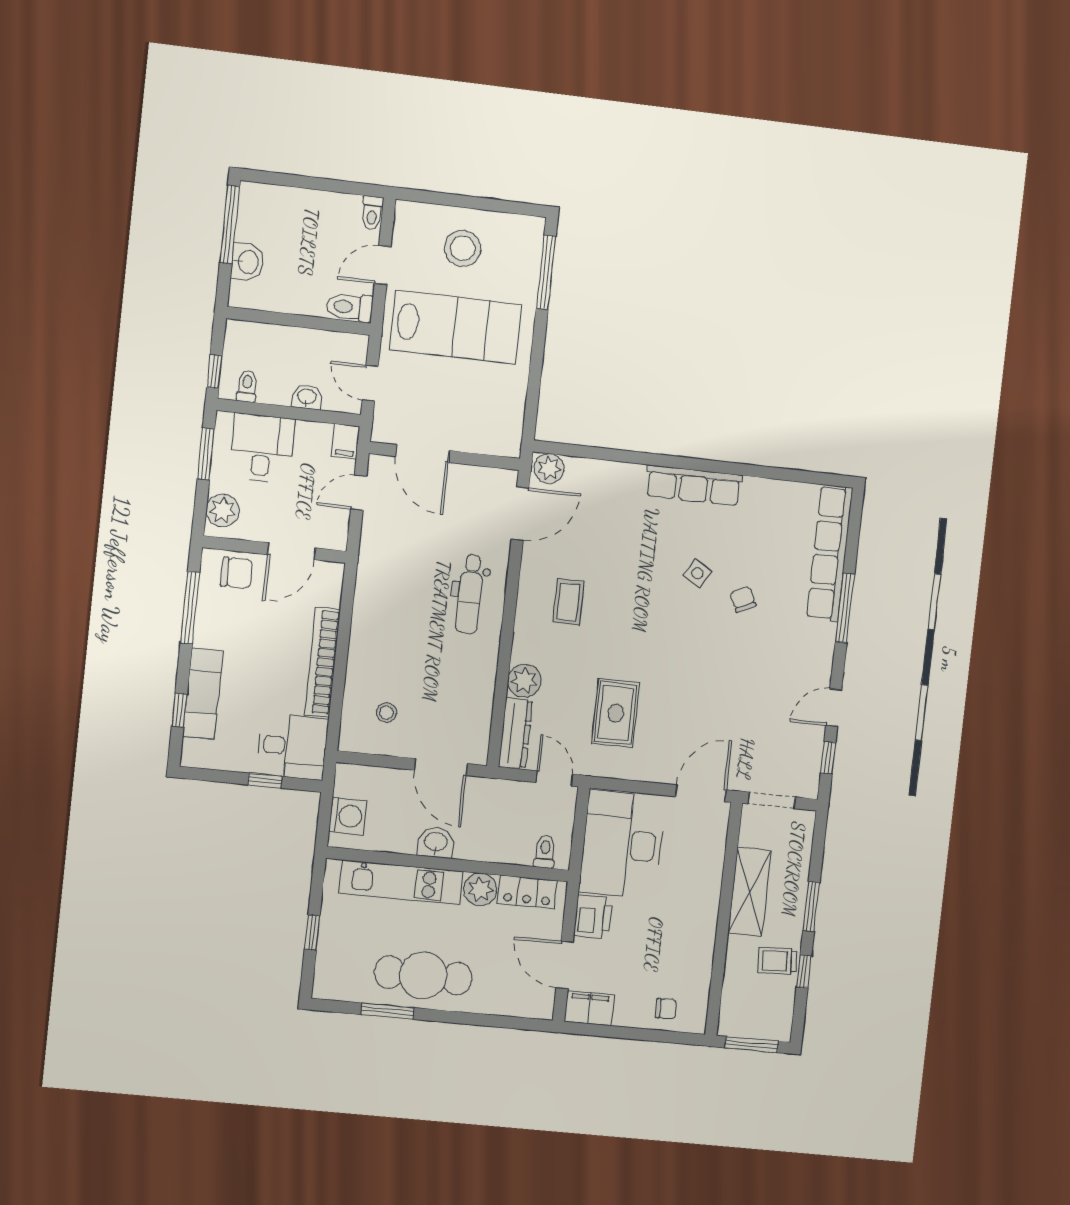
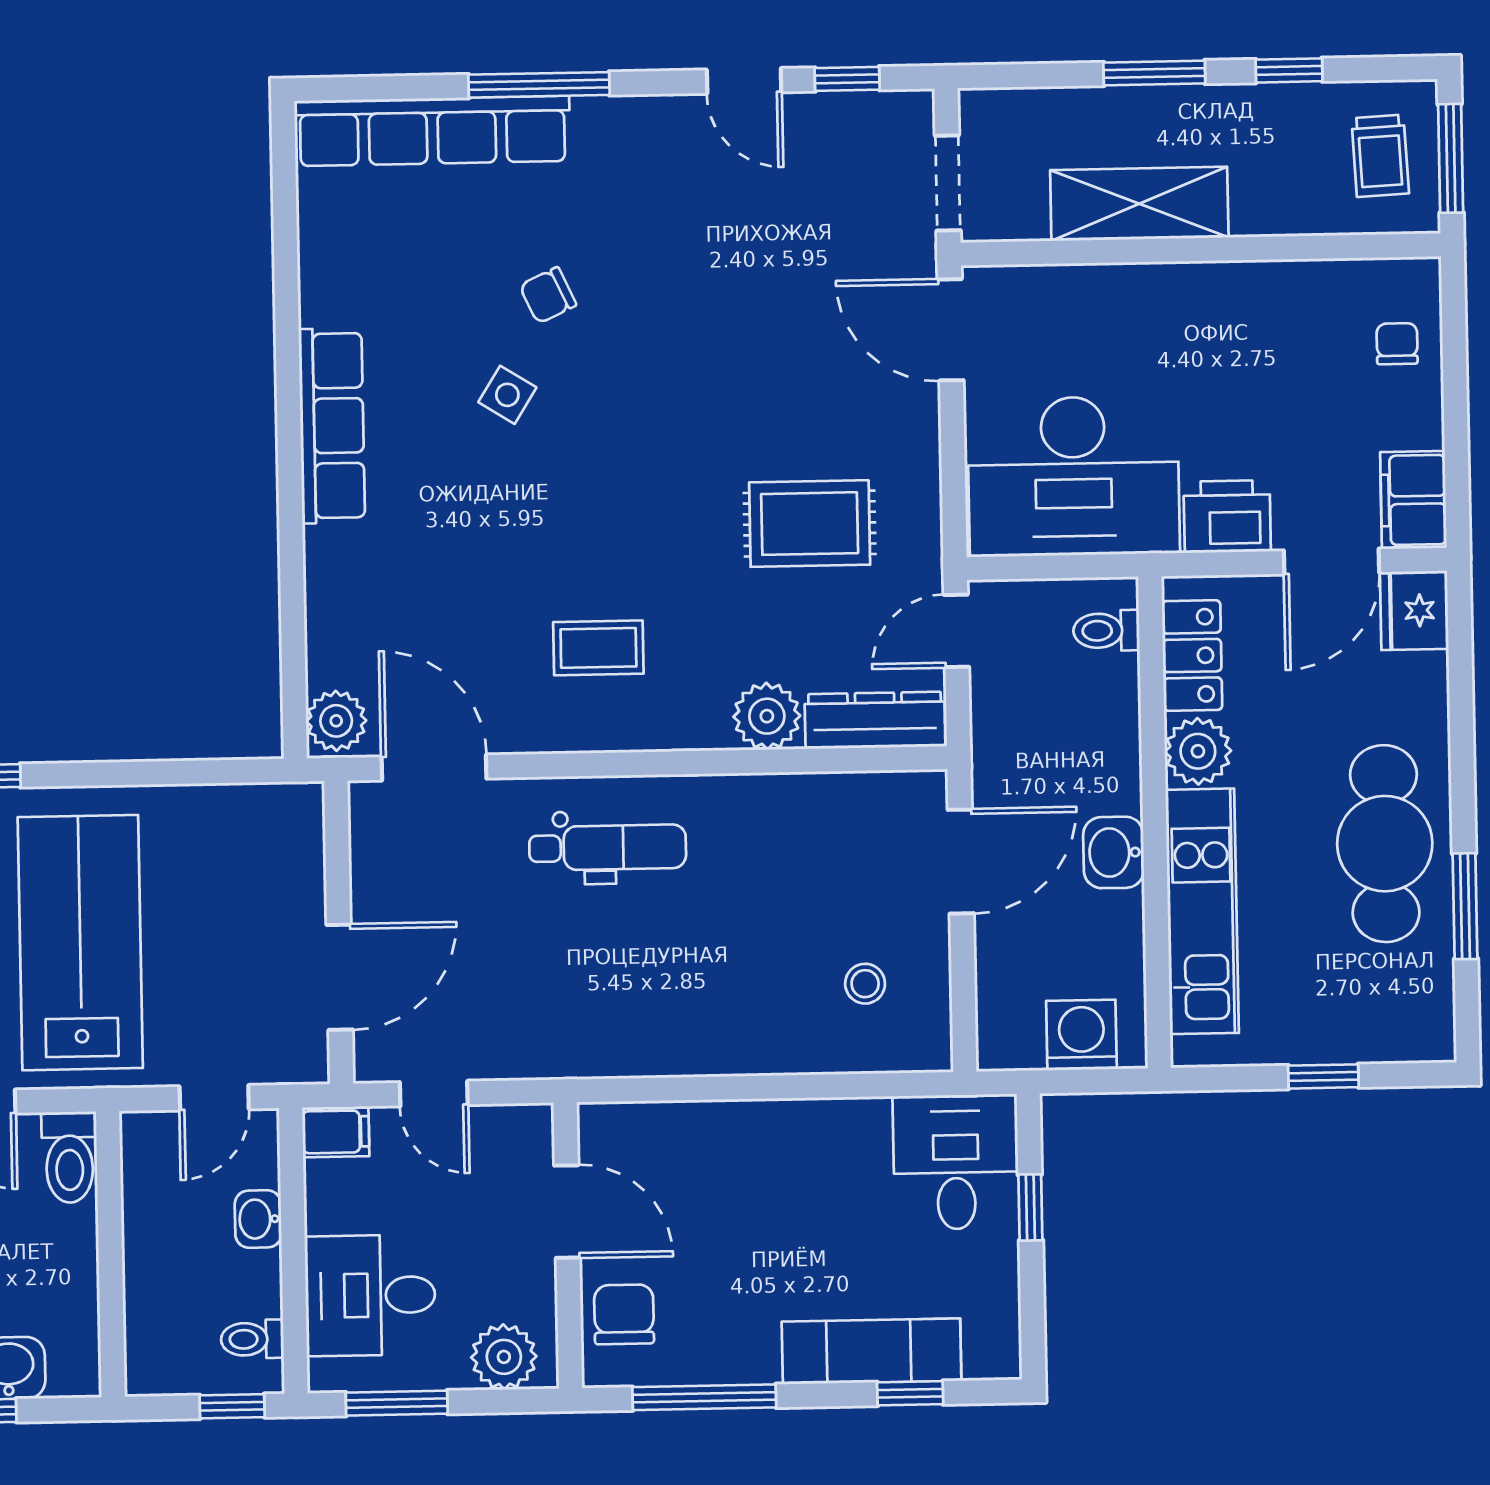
bookcase: (323, 662) -> (780, 1123), removed
trolley: (777, 961) -> (1380, 156), moved
fridge: (536, 1003) -> (1414, 610), added

